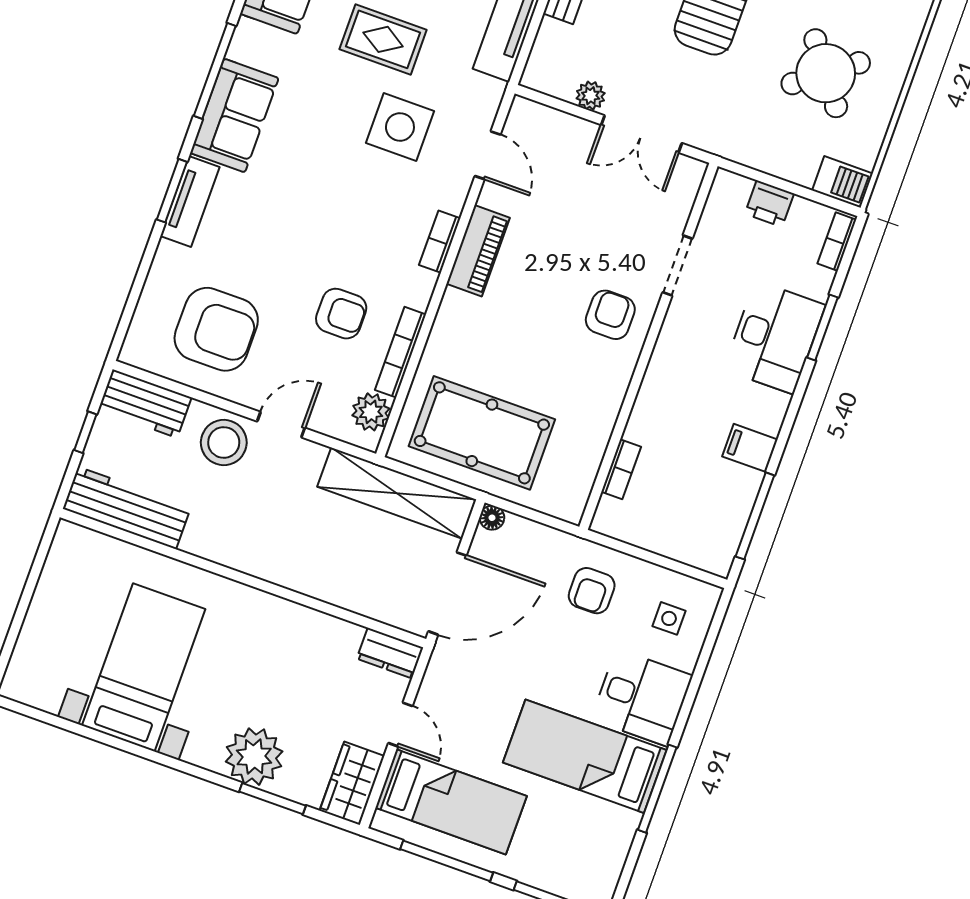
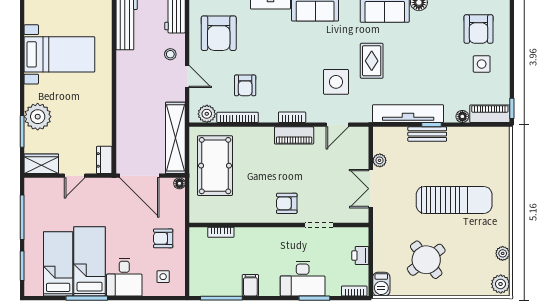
armchair: (610, 315) -> (287, 203), turned 180
stool: (224, 442) -> (170, 54), width x0.53, depth x0.53
bed: (451, 802) -> (58, 264), moved, turned 180

